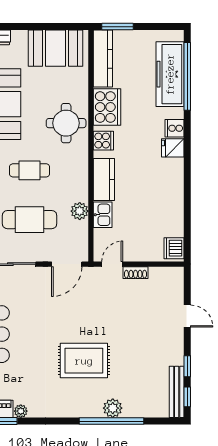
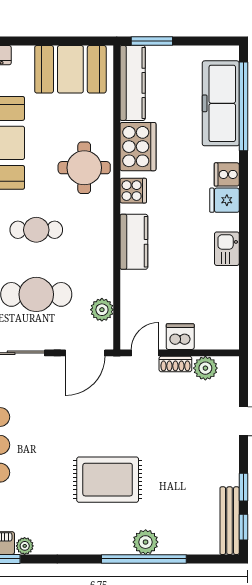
plant: (80, 211) -> (102, 310), moved
kitchen sink: (103, 215) -> (227, 249), moved, turned 180
dishwasher: (174, 248) -> (180, 337), moved, turned 90
plant: (158, 276) -> (205, 368), added

